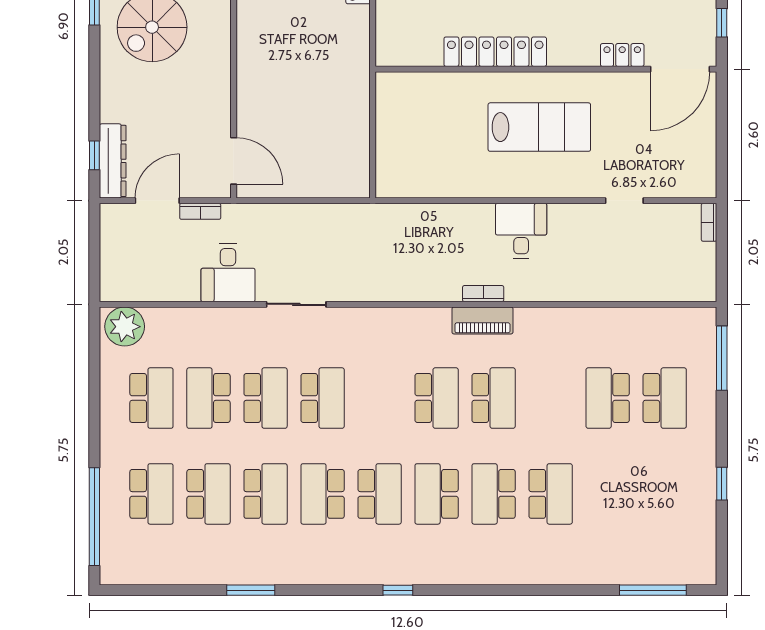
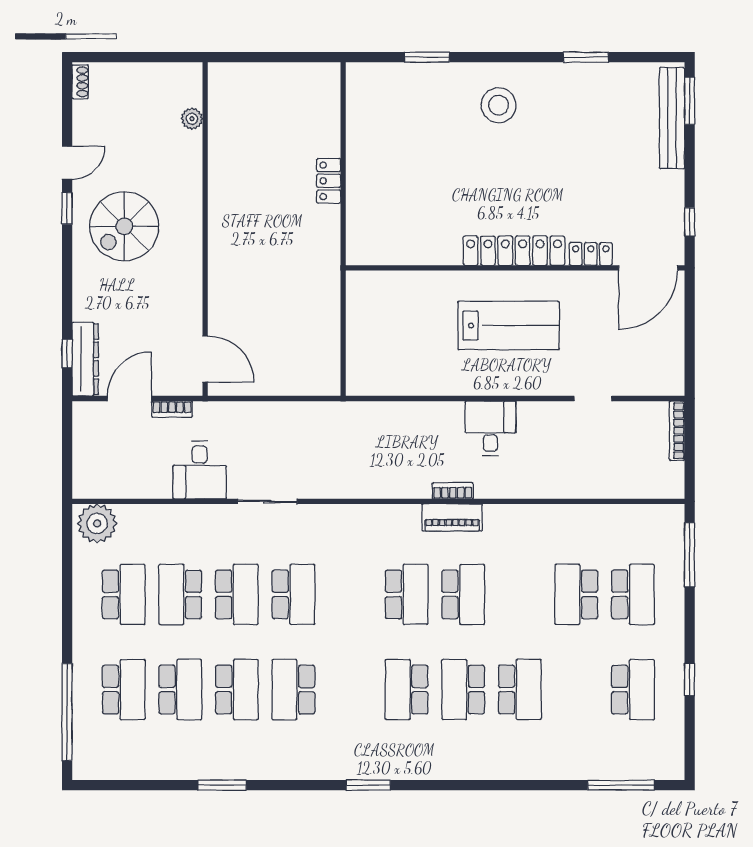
locker: (495, 52) -> (514, 251), moved
bookcase: (709, 222) -> (677, 431), width x1.56
school desk: (380, 494) -> (633, 690), moved
window: (398, 590) -> (368, 785), width x1.50

